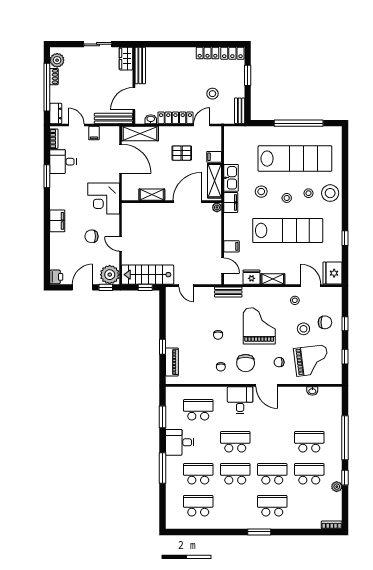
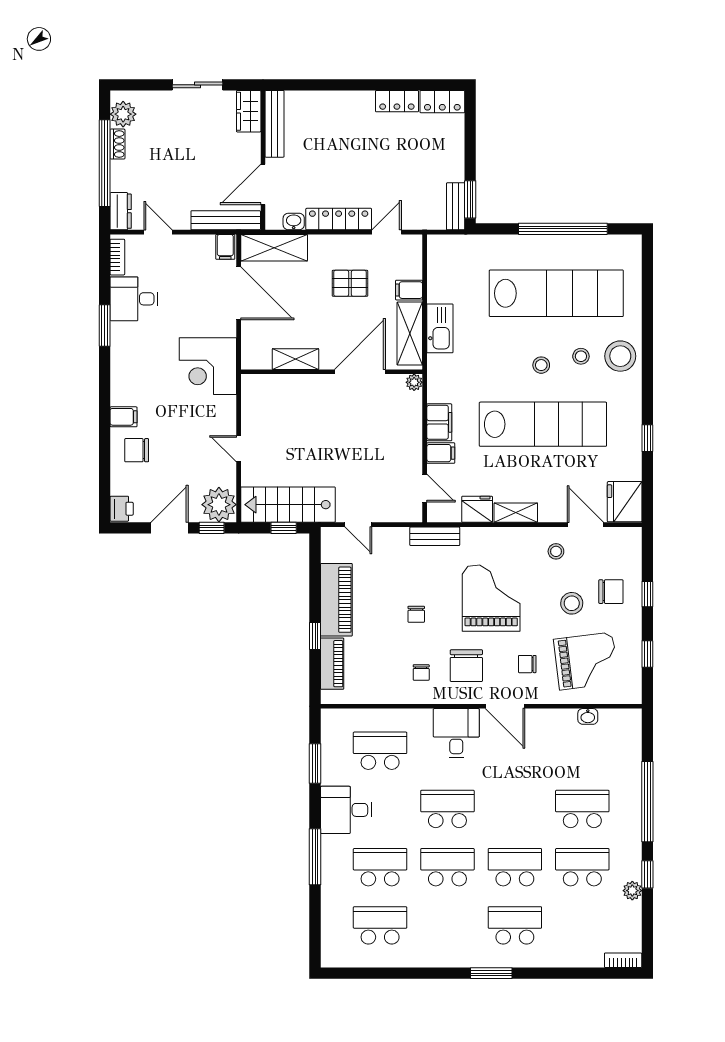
window: (248, 75) -> (470, 199), moved
stool: (212, 94) -> (406, 175), removed
filing cabinet: (94, 133) -> (225, 247), moved
stool: (261, 192) -> (495, 353), removed
filing cabinet: (231, 203) -> (439, 422), moved
filing cabinet: (57, 221) -> (124, 417), width x0.50
chair: (92, 236) -> (137, 450), moved
piano: (174, 327) -> (336, 600), added

